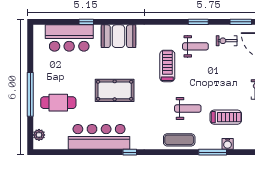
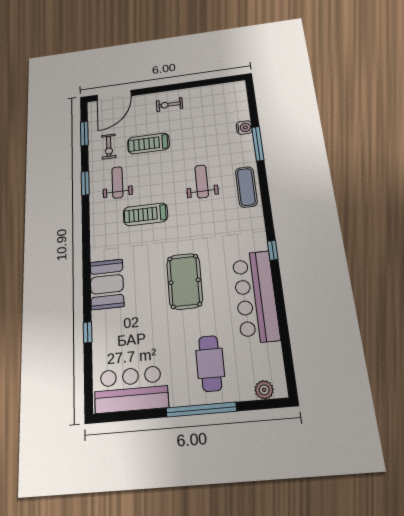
bar counter: (69, 38) -> (131, 389), moved, turned -90
treadmill: (226, 117) -> (148, 144), moved, turned -90

